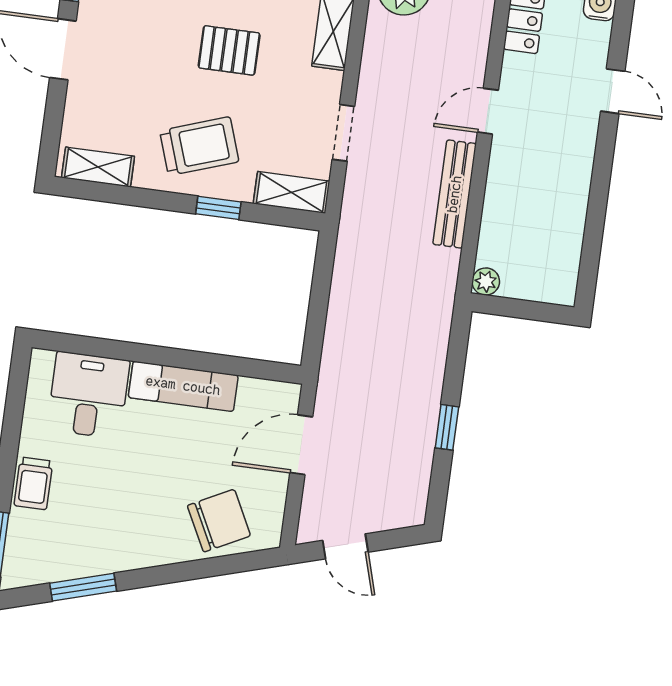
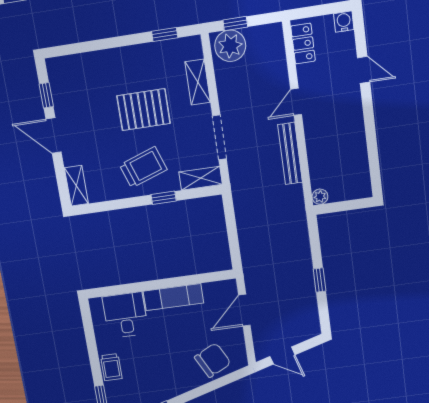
pallet: (229, 50) -> (144, 110), width x1.50, depth x1.42
doorway: (343, 133) -> (219, 137), width x1.38
shelving: (98, 167) -> (76, 186), moved, turned 90

